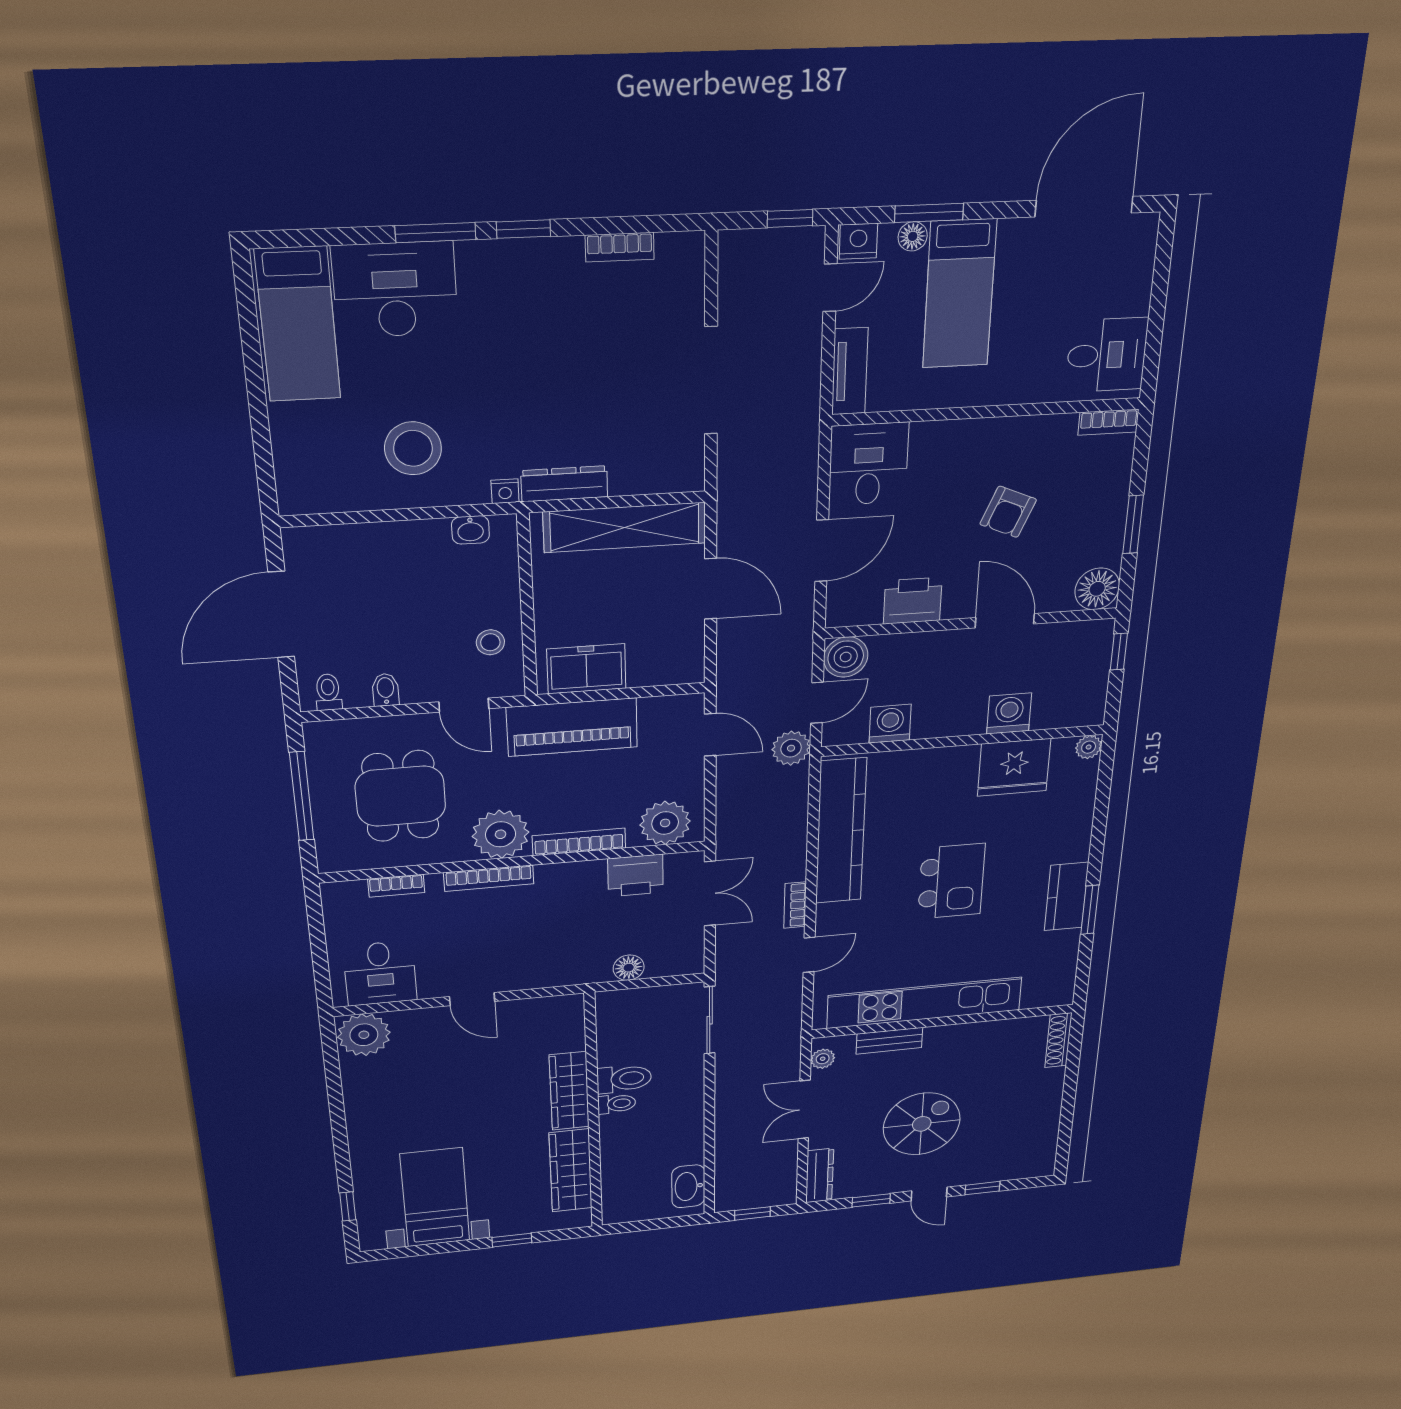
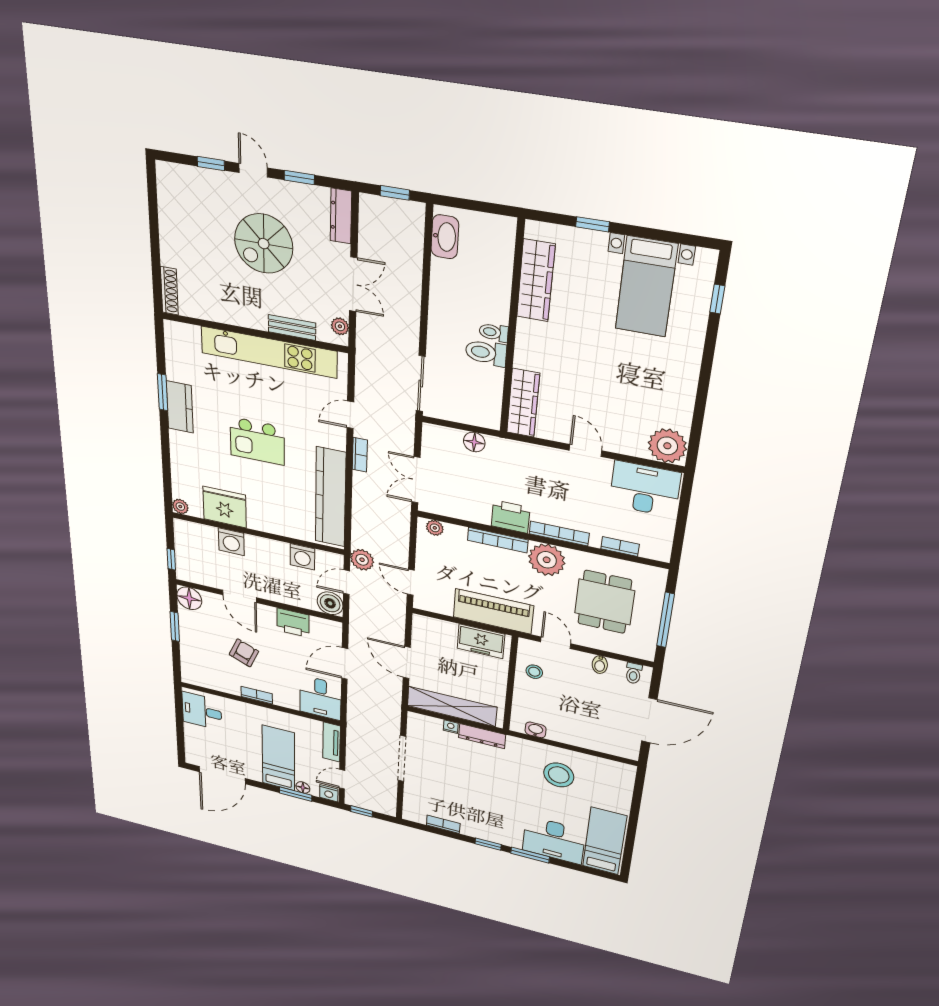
bookcase: (1108, 422) -> (257, 695), moved
nightstand: (505, 491) -> (451, 727), moved
plant: (665, 823) -> (435, 528), width x0.53, depth x0.53
printer: (636, 875) -> (511, 517), moved
kitchen island: (951, 881) -> (257, 441), turned -90
desk: (380, 973) -> (645, 489), width x1.37
wardrobe: (569, 1091) -> (523, 403), moved

